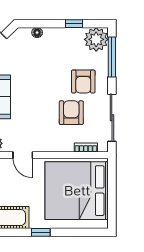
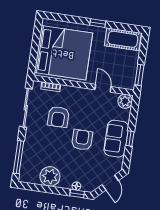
window: (74, 24) -> (77, 194), moved
plant: (96, 39) -> (50, 176), moved
armchair: (83, 81) -> (82, 140), moved

